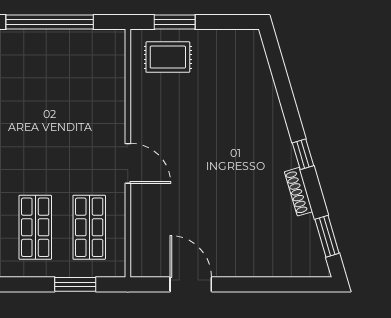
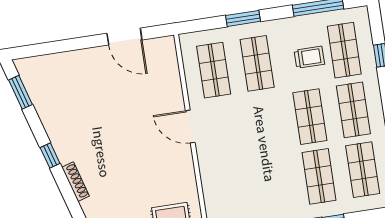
shoe rack: (299, 192) -> (76, 182), moved
window: (75, 284) -> (243, 18), moved

